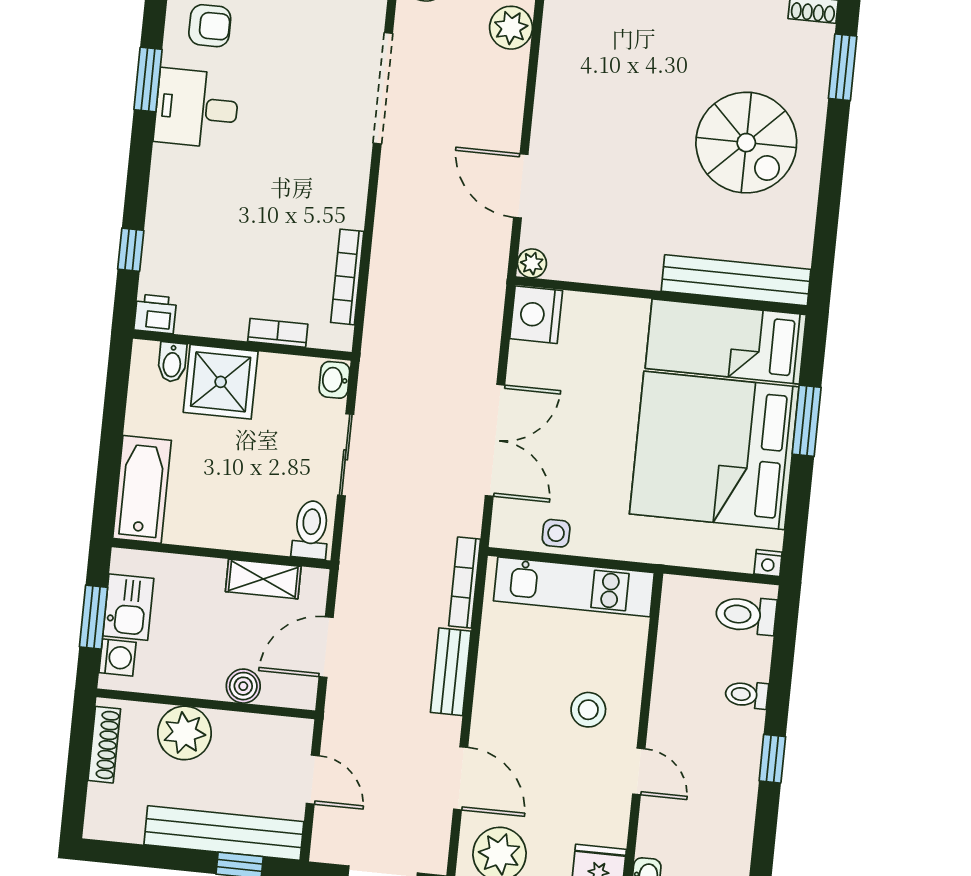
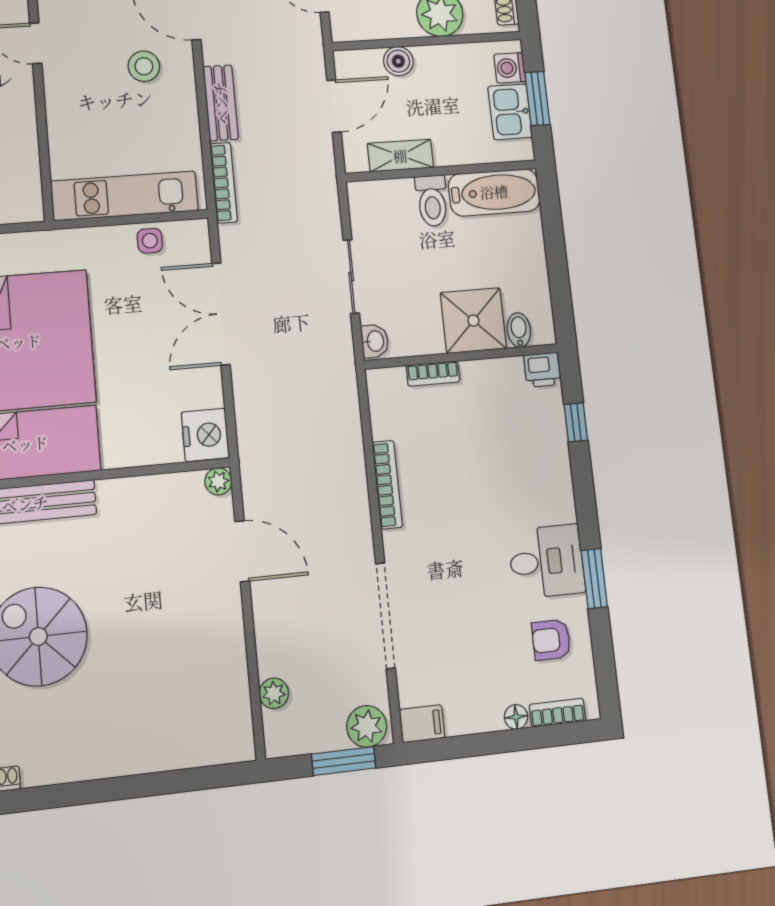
plant: (511, 28) -> (274, 693), width x0.73, depth x0.73
bookcase: (347, 277) -> (387, 485), moved
bathtub: (142, 489) -> (494, 192), moved, turned -90
toilet: (311, 530) -> (432, 201), moved
stool: (588, 710) -> (144, 66), moved

